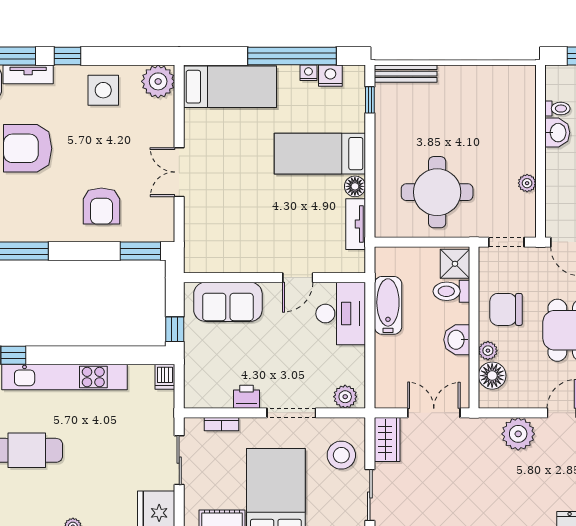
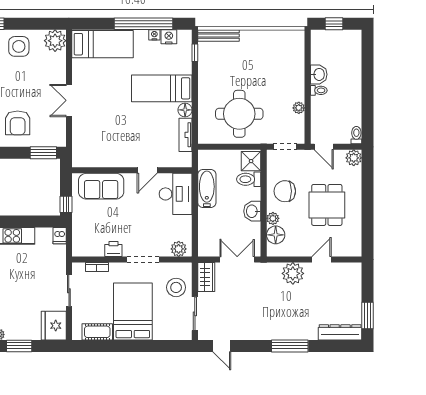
toilet: (557, 109) -> (319, 90), moved

